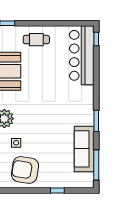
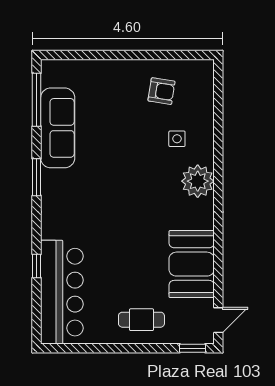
window: (96, 39) -> (37, 266), moved
armchair: (25, 170) -> (161, 91), width x0.53, depth x0.53
window: (57, 191) -> (105, 55), removed

